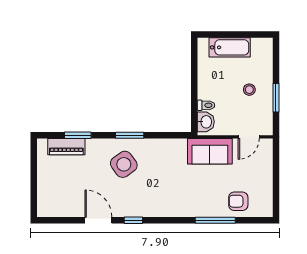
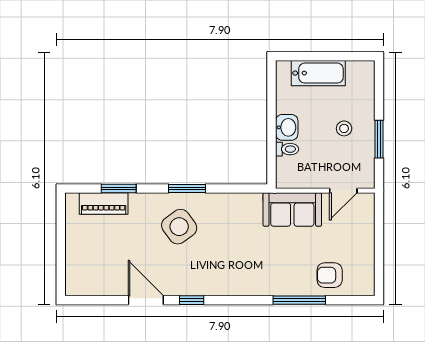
washbasin: (206, 122) -> (287, 127), moved

